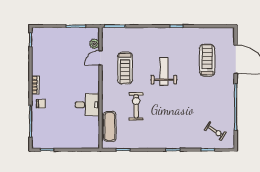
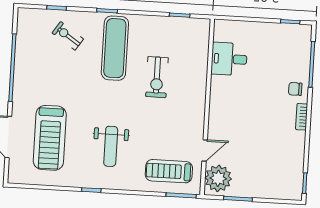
plant: (94, 44) -> (218, 178), width x1.87, depth x1.87
treadmill: (207, 60) -> (50, 138), width x1.37, depth x1.38
treadmill: (125, 68) -> (169, 171), moved, turned -90
weight bench: (164, 71) -> (111, 146), moved
desk: (87, 105) -> (229, 59), moved
exercise mat: (110, 126) -> (115, 48), moved, width x1.36, depth x1.45
exercise bike: (215, 131) -> (68, 36), moved

